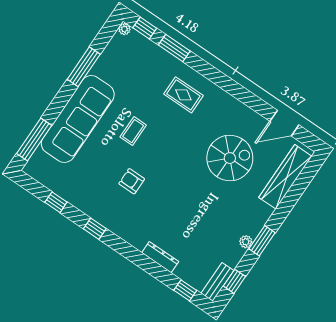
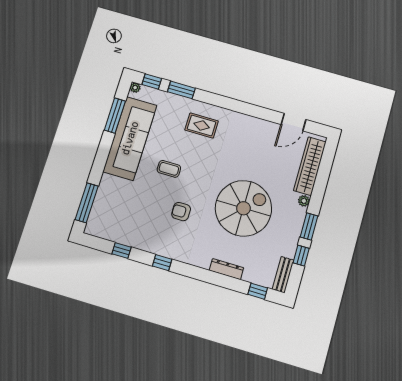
window: (84, 67) -> (115, 116), moved
sofa: (78, 119) -> (130, 138), moved
coffee table: (133, 131) -> (169, 169), turned 90
spiral stairs: (230, 158) -> (243, 208), moved, width x1.37, depth x1.37
plant: (246, 242) -> (304, 201), moved
window: (234, 281) -> (301, 256), moved

